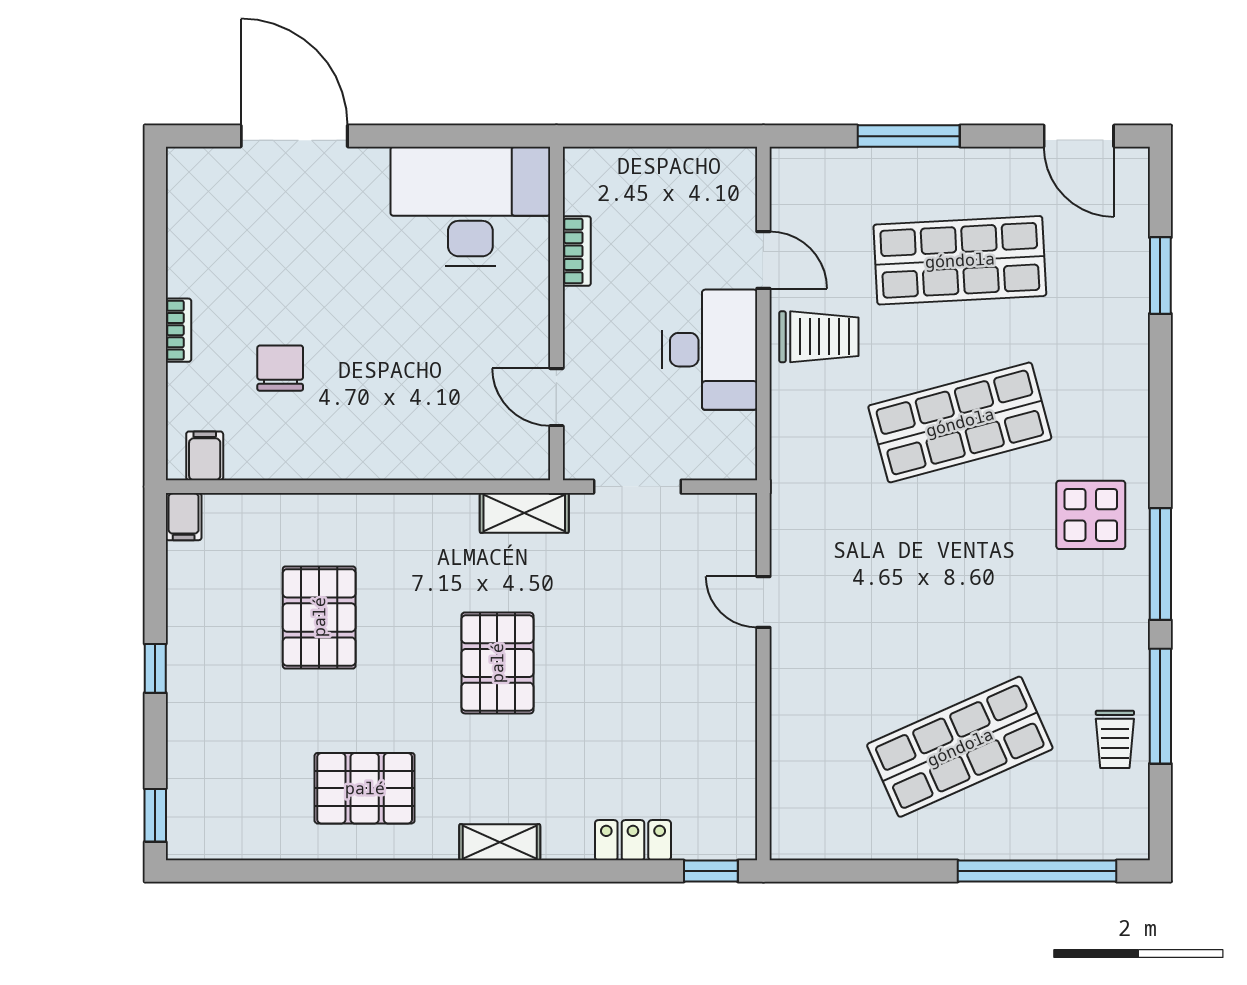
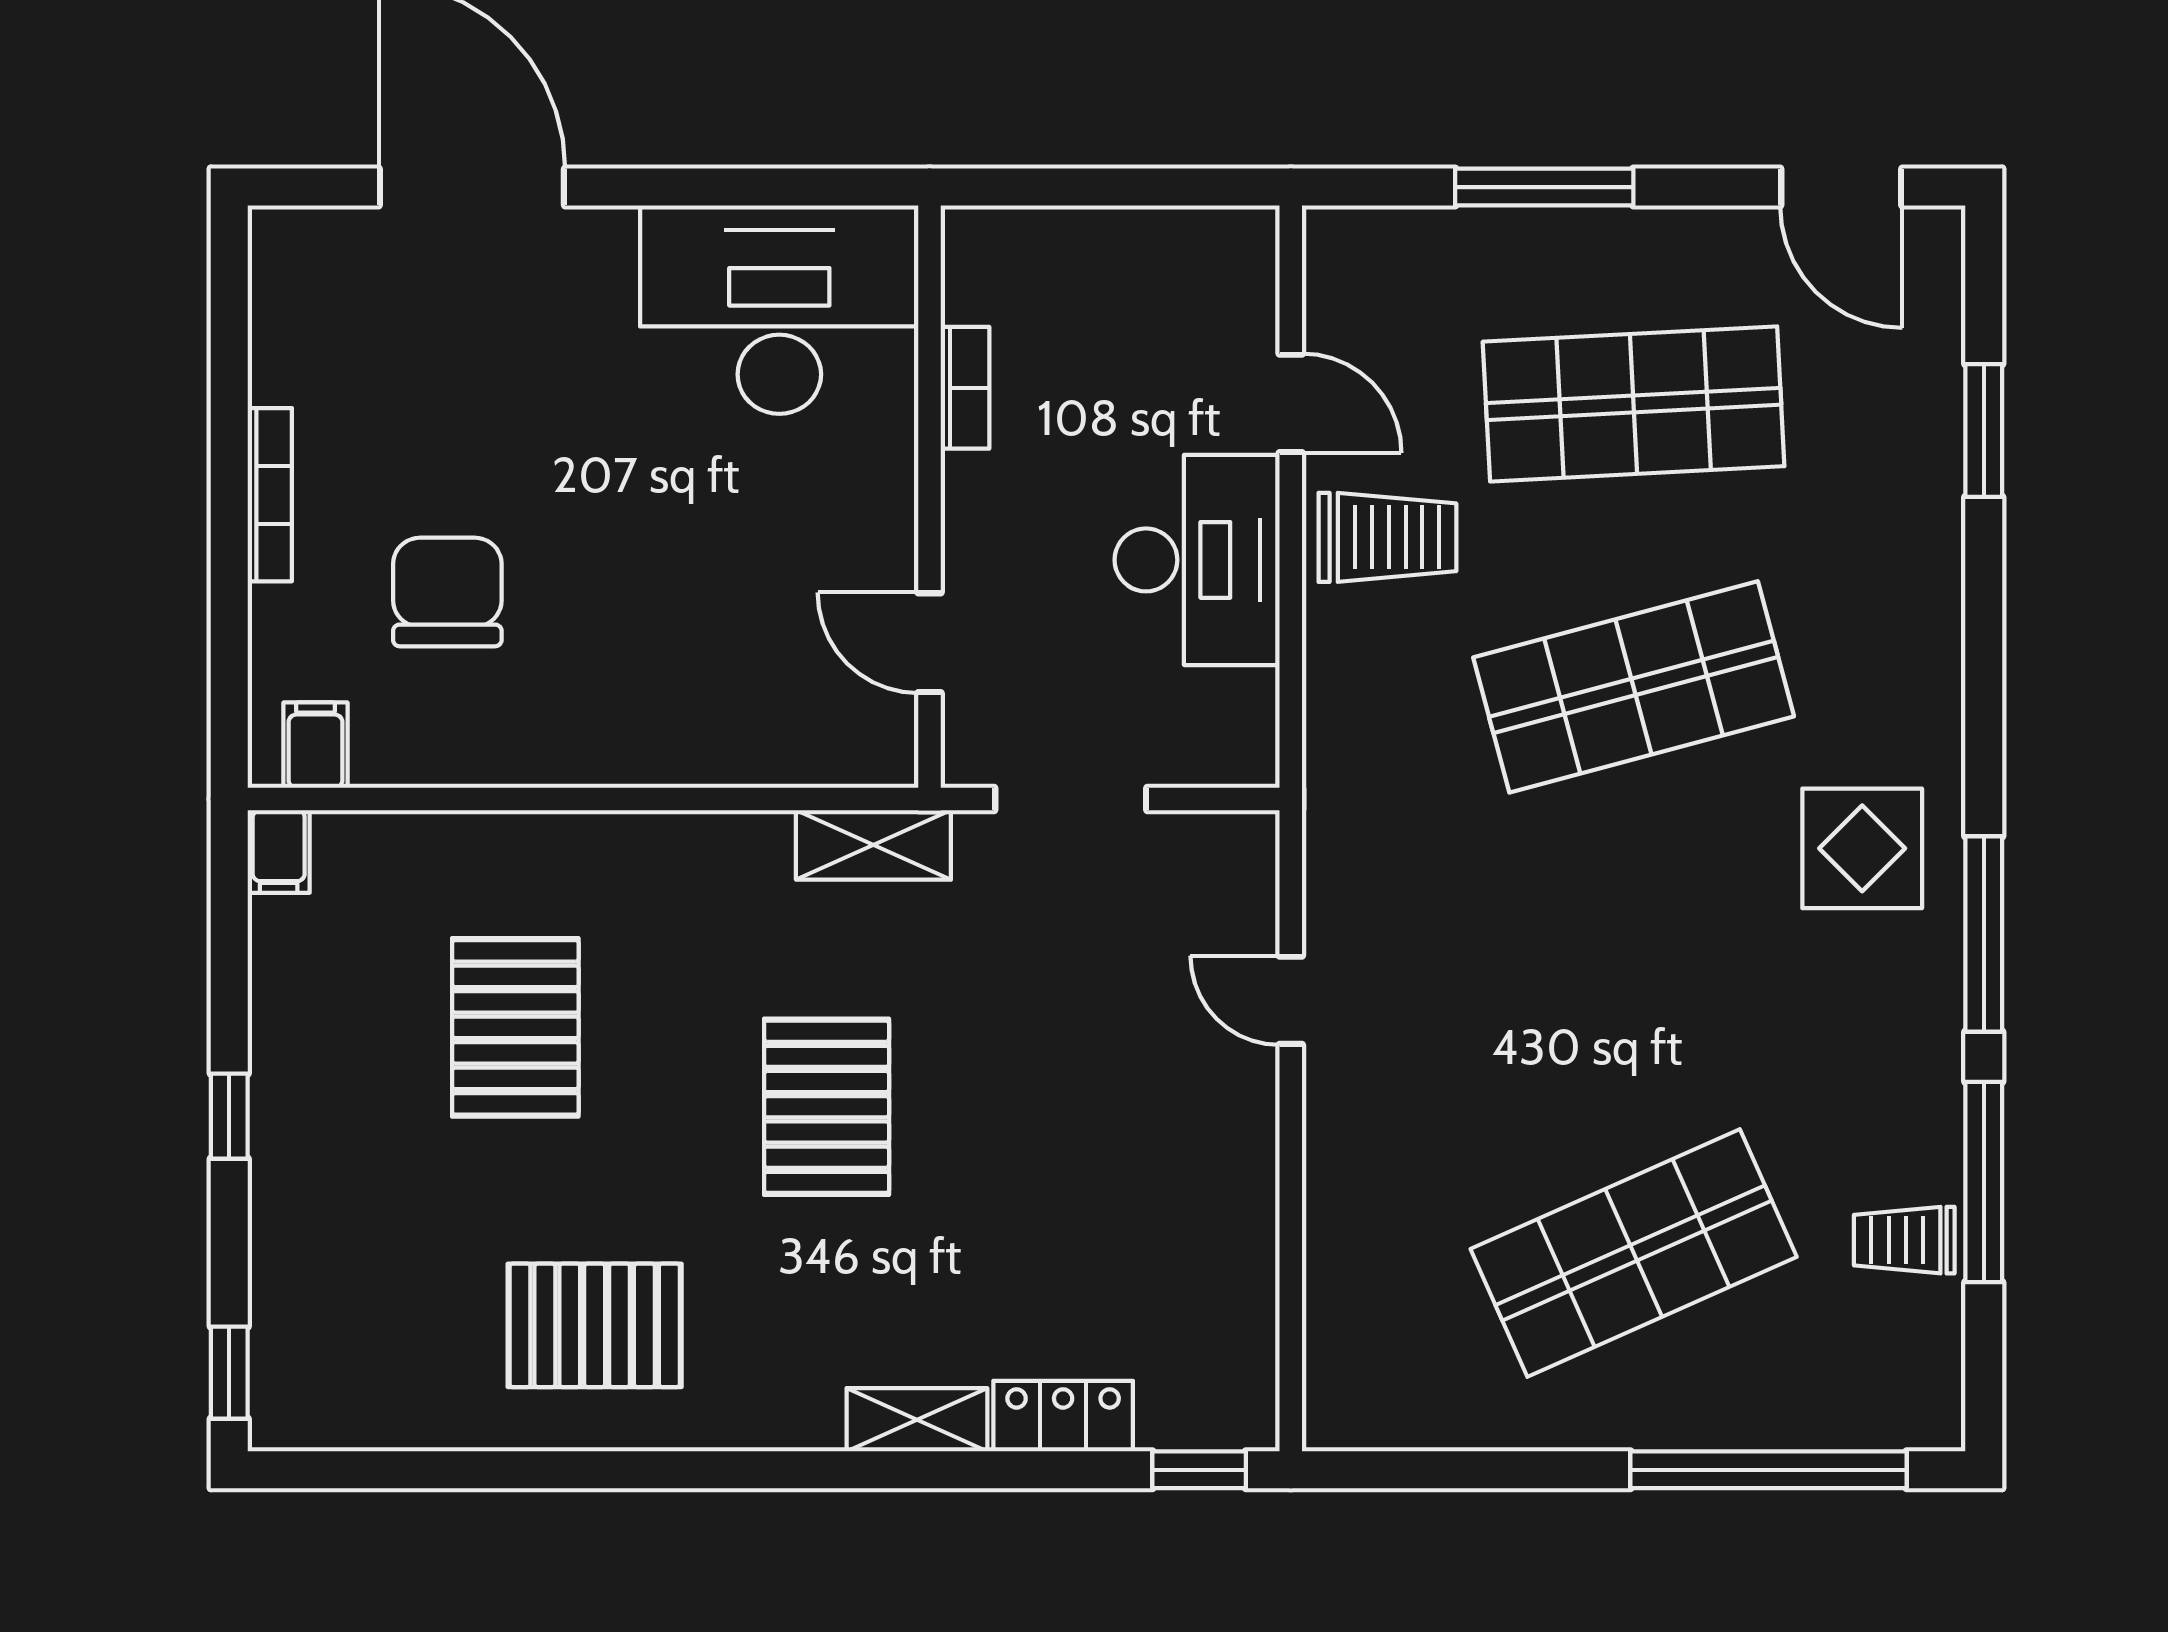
bookcase: (178, 330) -> (270, 495), width x1.56
chair: (280, 368) -> (447, 592), width x1.37, depth x1.37
trolley: (1115, 739) -> (1904, 1240), turned 90
shelving: (500, 842) -> (917, 1420), moved

